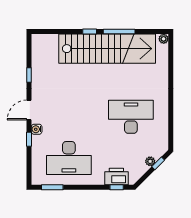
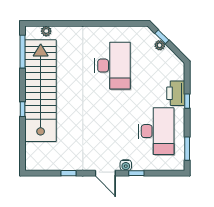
window: (119, 32) -> (23, 52), moved
plant: (164, 39) -> (46, 31), moved
desk: (131, 117) -> (113, 66), turned 180
printer: (116, 177) -> (176, 93), moved
window: (117, 187) -> (187, 101), moved

